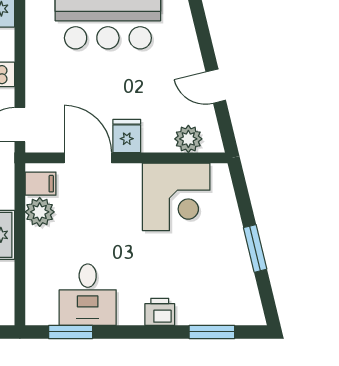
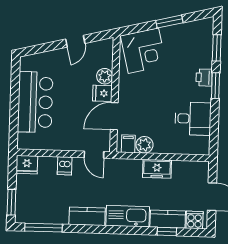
plant: (188, 139) -> (105, 76), moved
corner desk: (176, 197) -> (143, 51), moved, turned 76
window: (71, 332) -> (215, 86), moved

